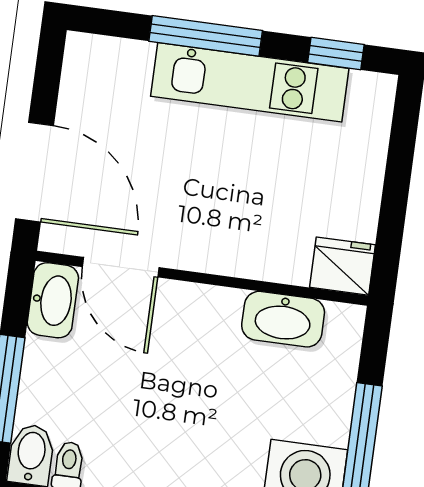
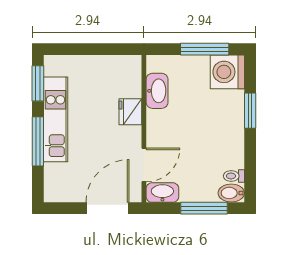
window: (336, 53) -> (38, 83), width x1.50
fridge: (342, 266) -> (130, 112), moved

